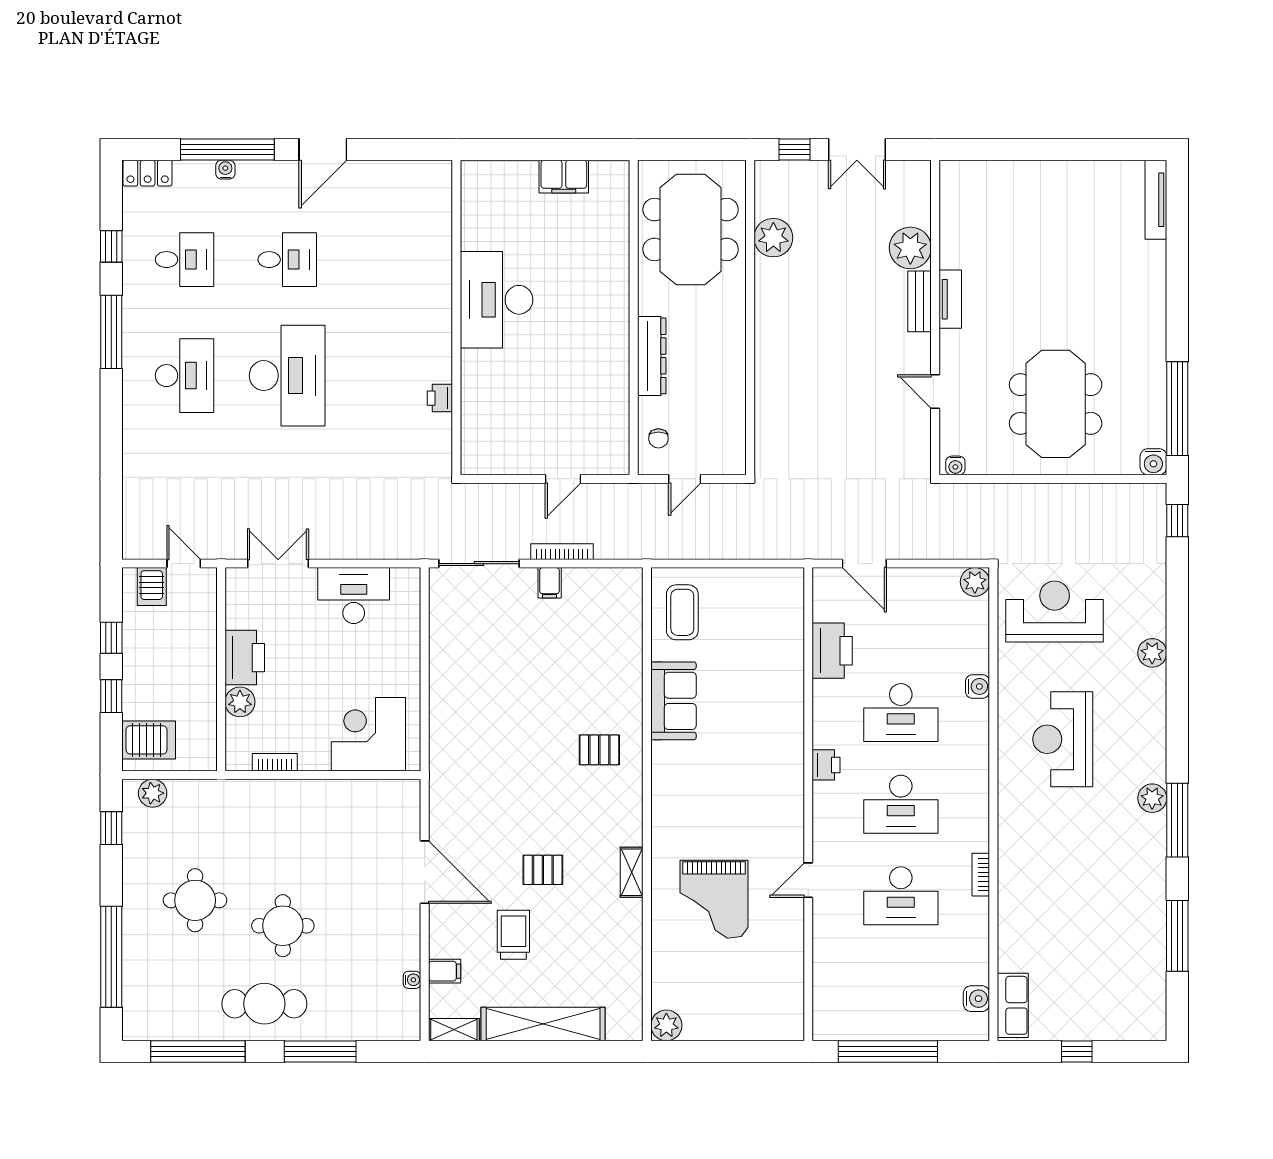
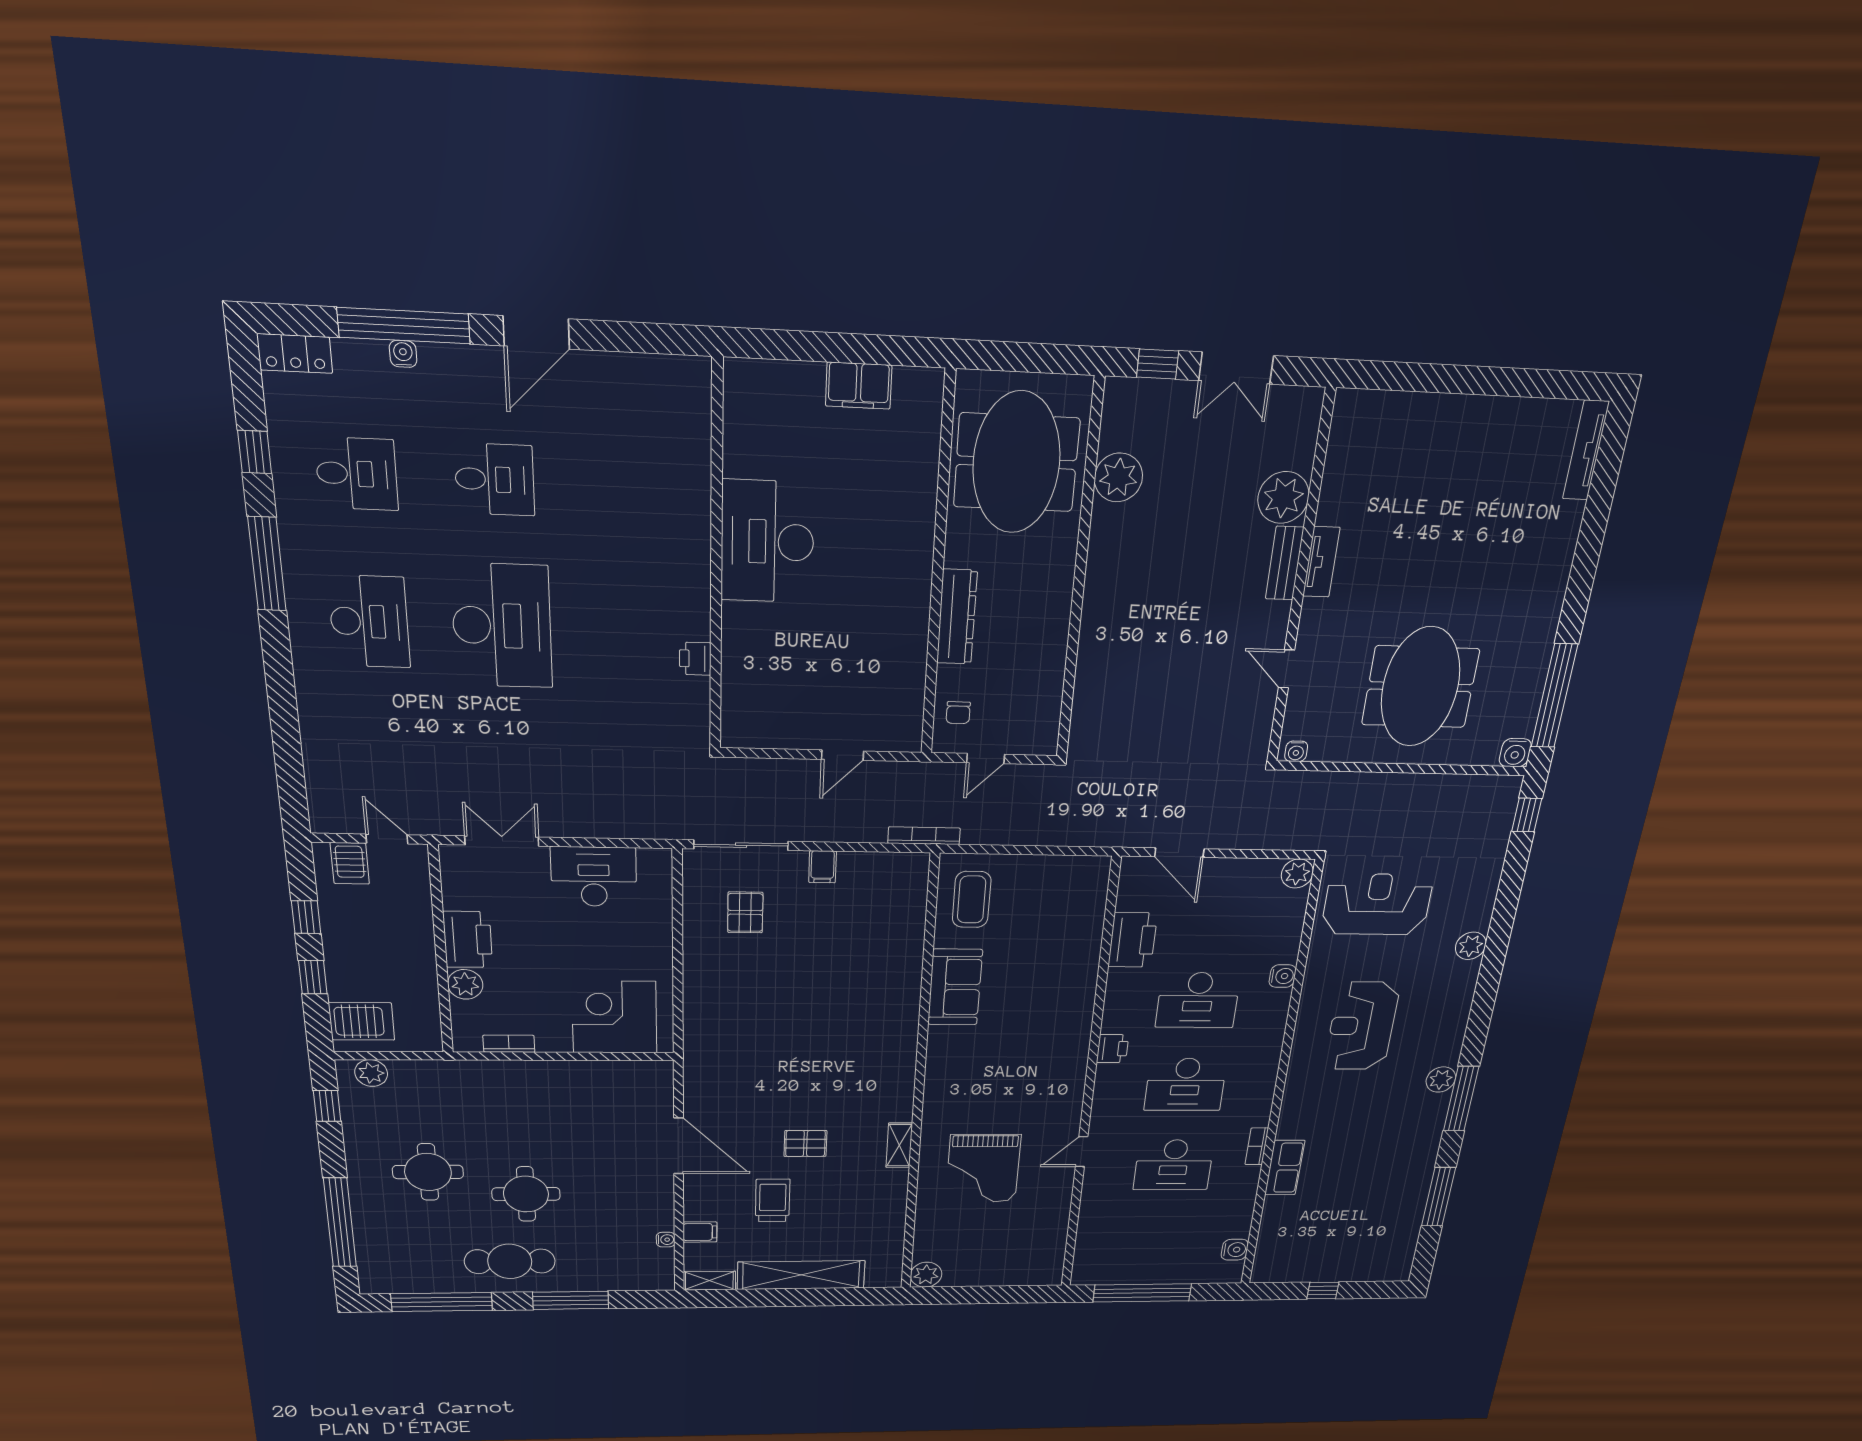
bookcase: (562, 552) -> (924, 836), moved
pallet: (599, 750) -> (745, 912), moved, turned 90
row of seats: (1013, 1005) -> (1285, 1168), moved

